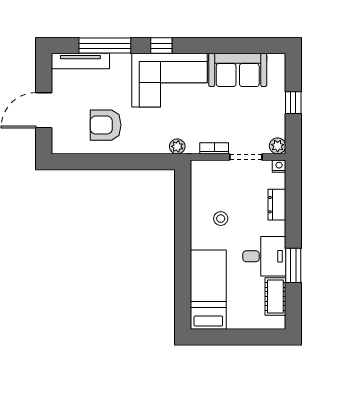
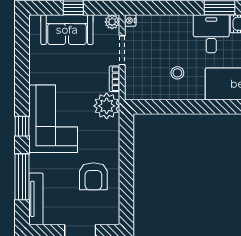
sofa: (238, 70) -> (67, 30), moved, turned 90
plant: (177, 146) -> (107, 106), width x1.87, depth x1.87
dresser: (277, 205) -> (165, 22), removed

